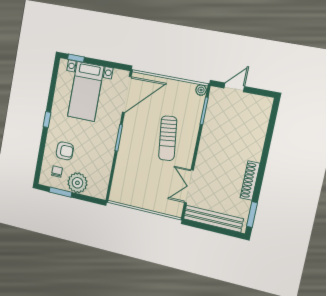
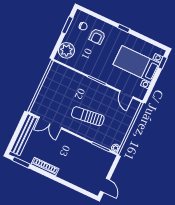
door: (234, 87) -> (105, 185), moved
door: (127, 94) -> (126, 94), width x0.53
plant: (77, 183) -> (66, 50), moved
double door: (189, 186) -> (50, 123), swing flipped

